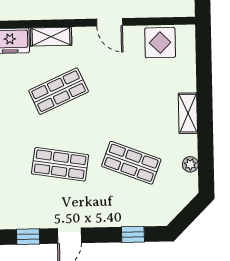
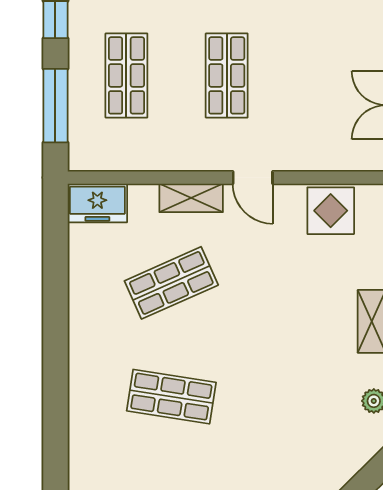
shelving: (51, 37) -> (191, 198), moved
shop shelf: (131, 163) -> (282, 397), removed

